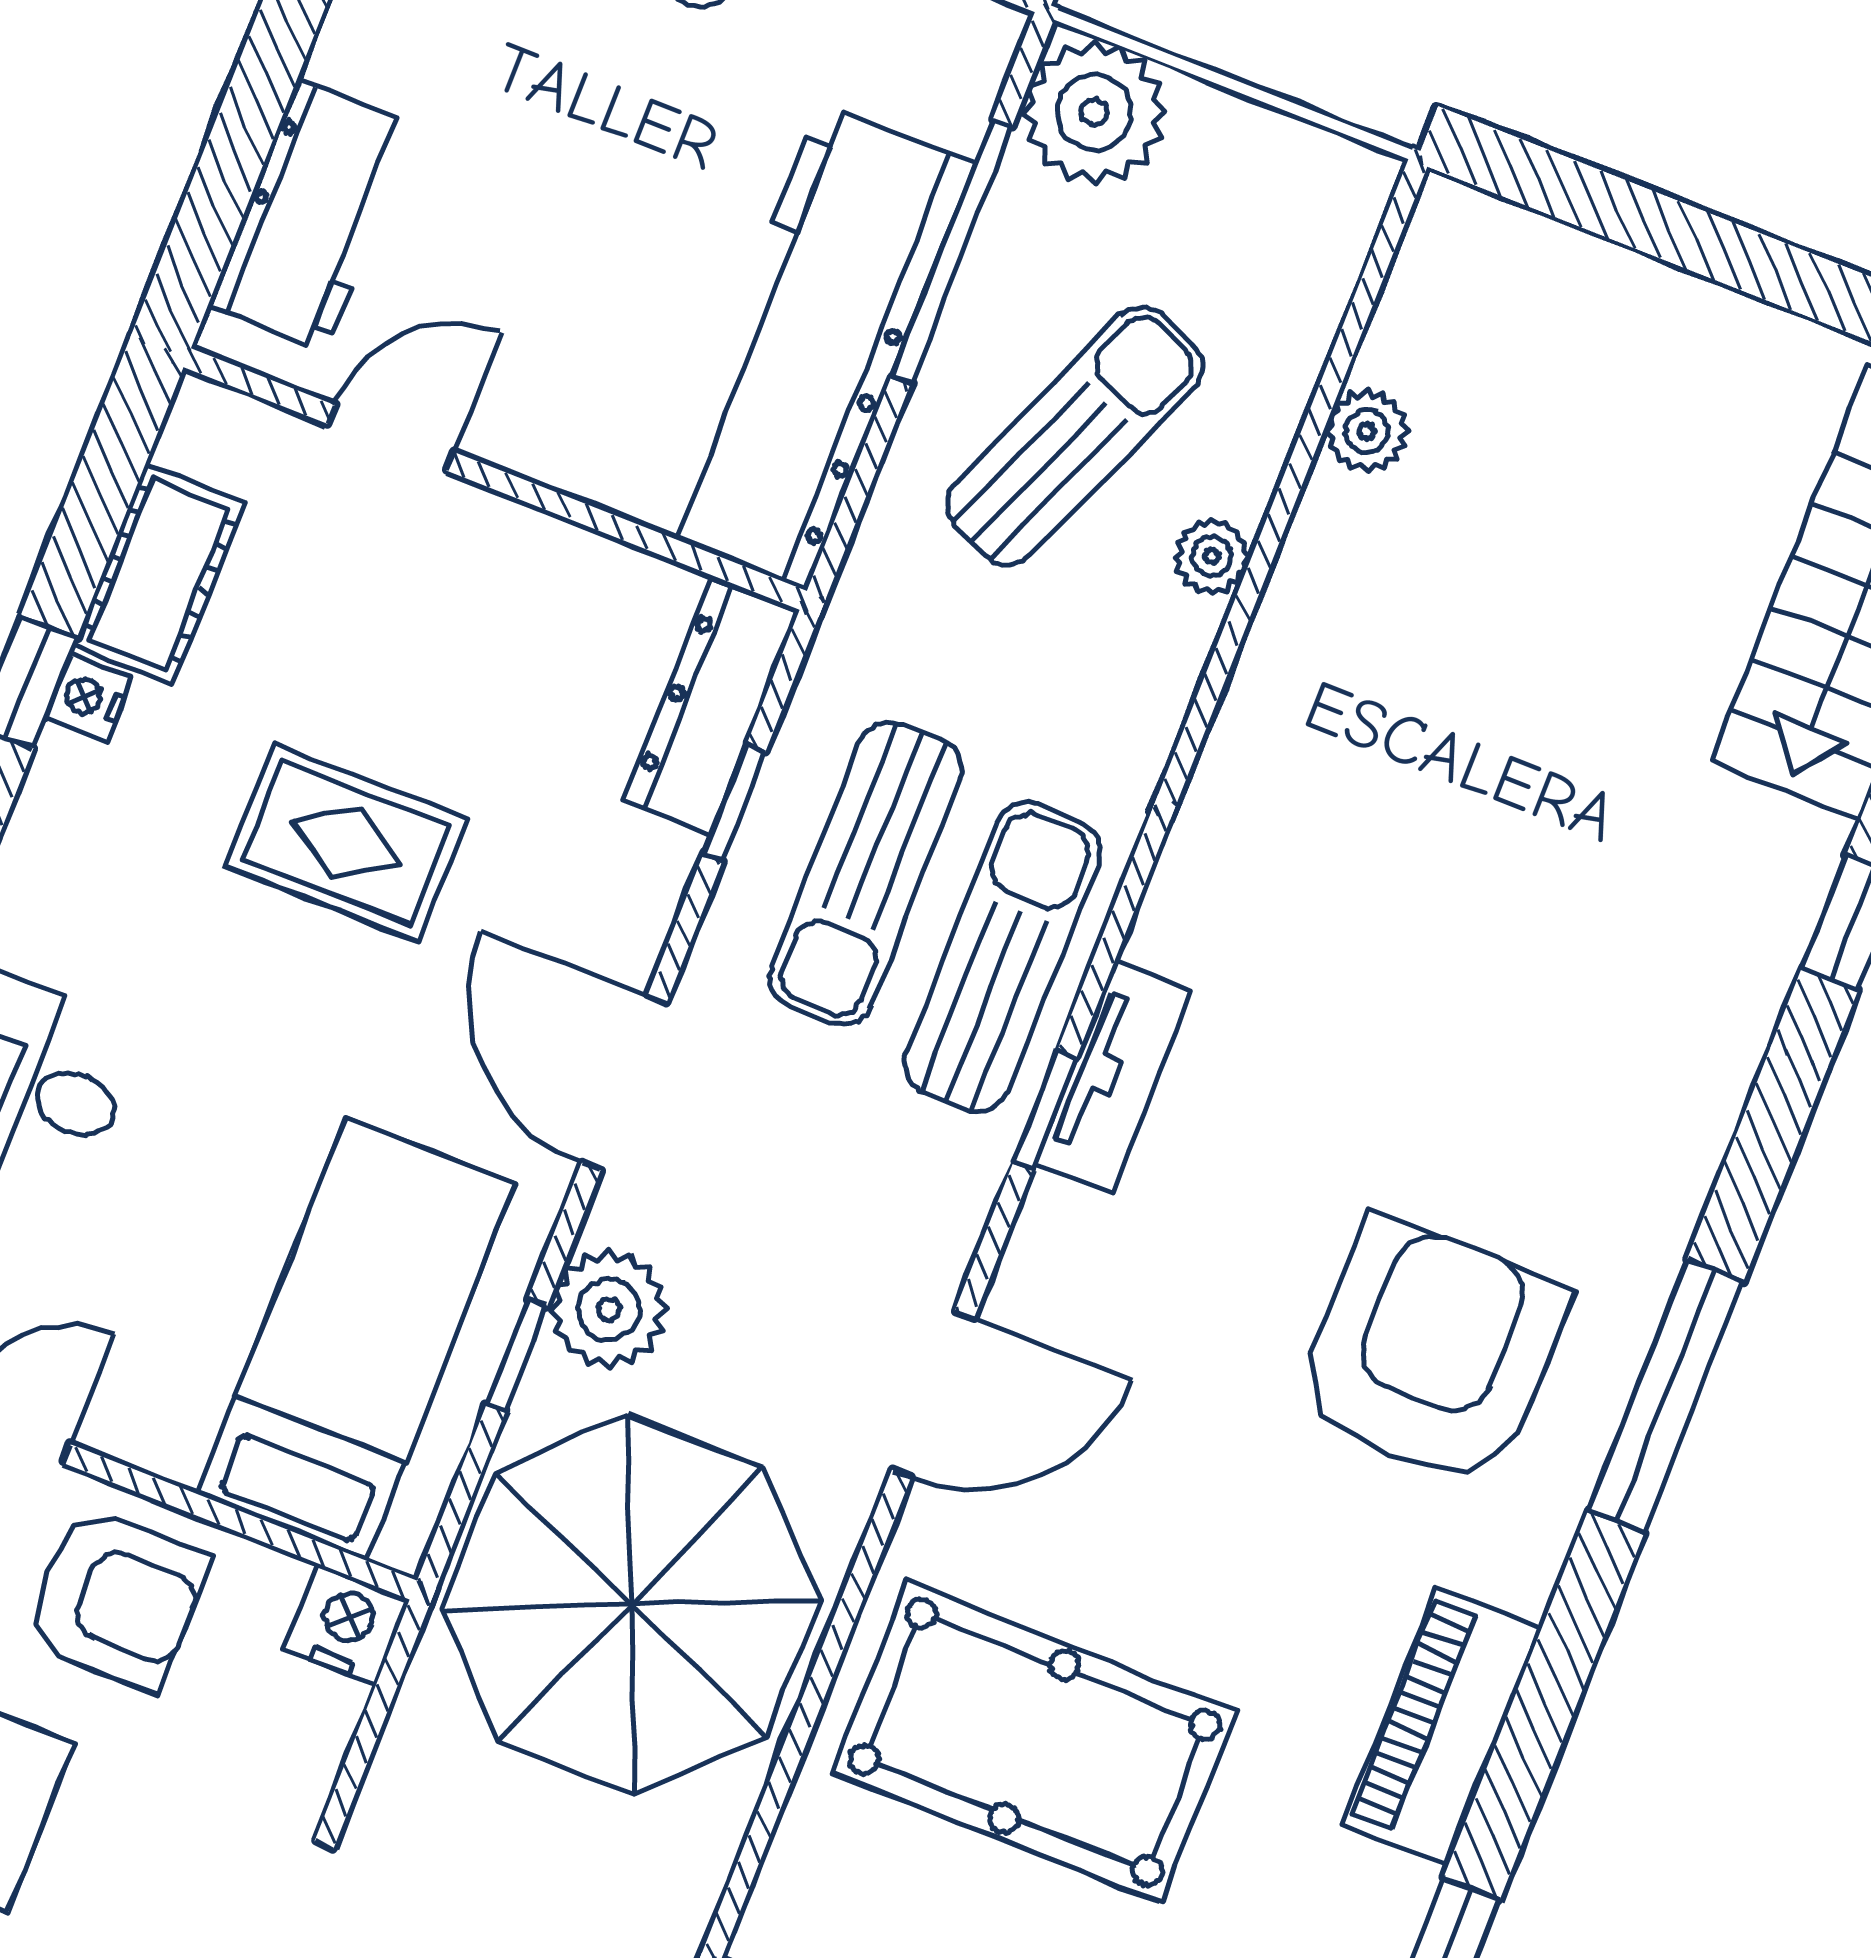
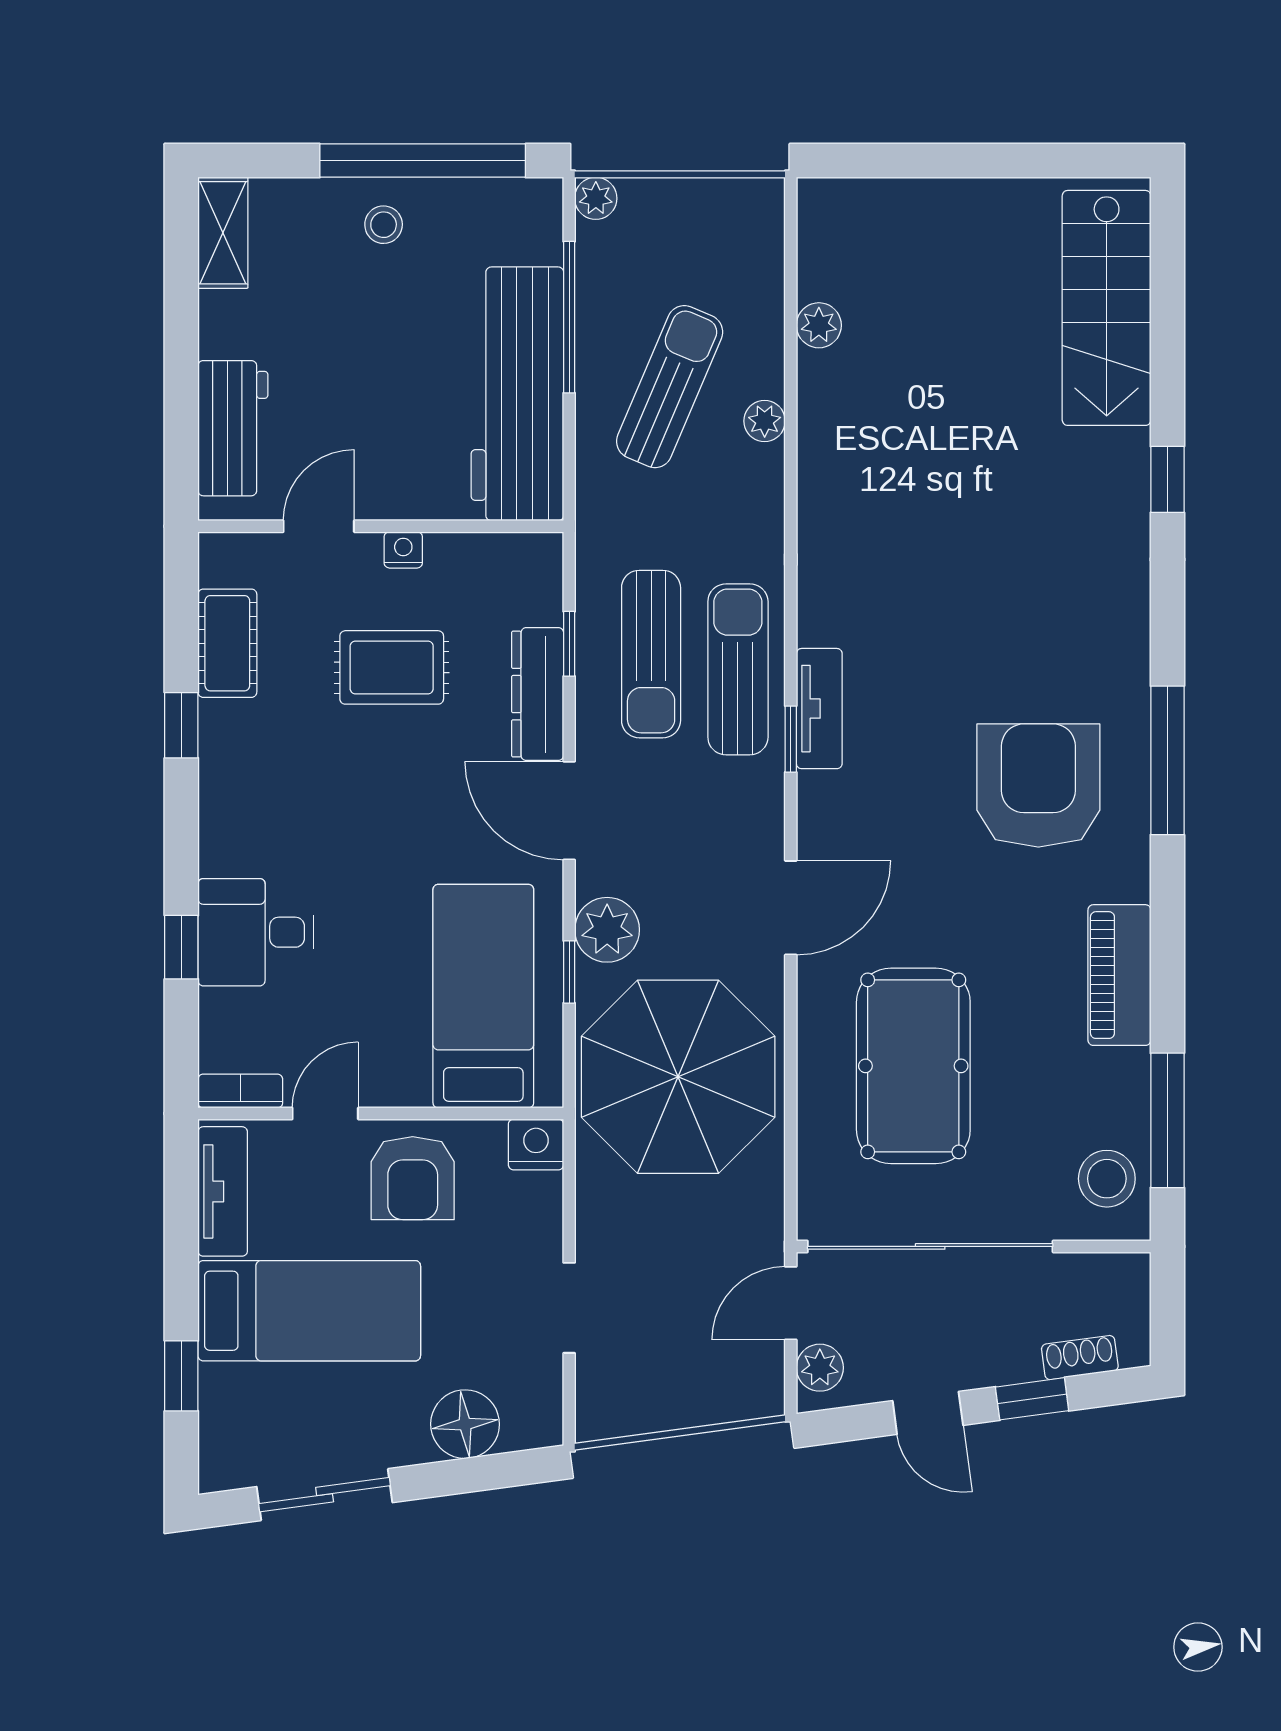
plant: (1094, 112) -> (596, 198), width x0.53, depth x0.53
nightstand: (88, 698) -> (403, 550), moved, turned 90
dresser: (711, 707) -> (538, 694), moved
rug: (346, 843) -> (392, 667), moved
armchair: (116, 1599) -> (413, 1178), turned 90
pool table: (1034, 1742) -> (913, 1066), turned 90

